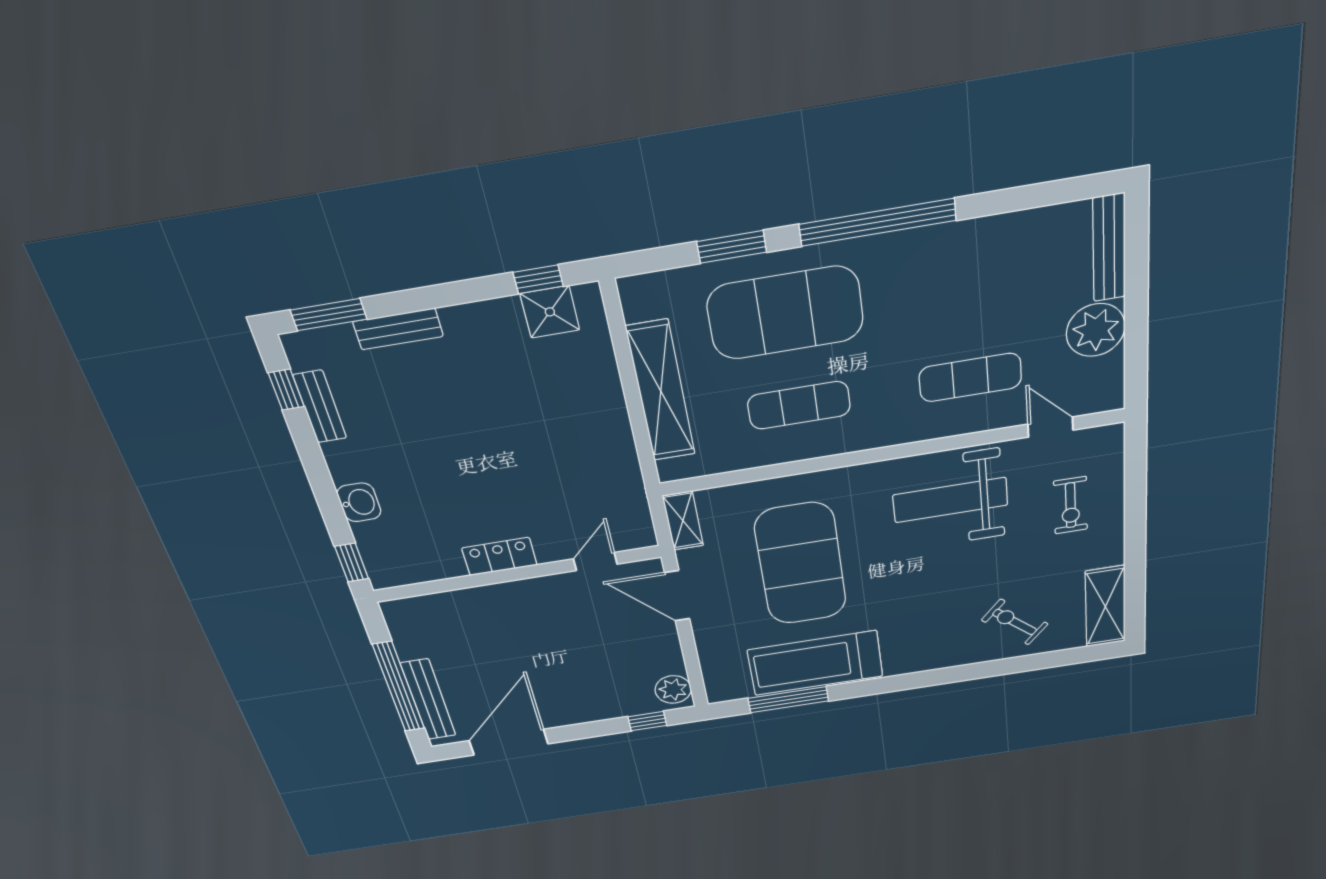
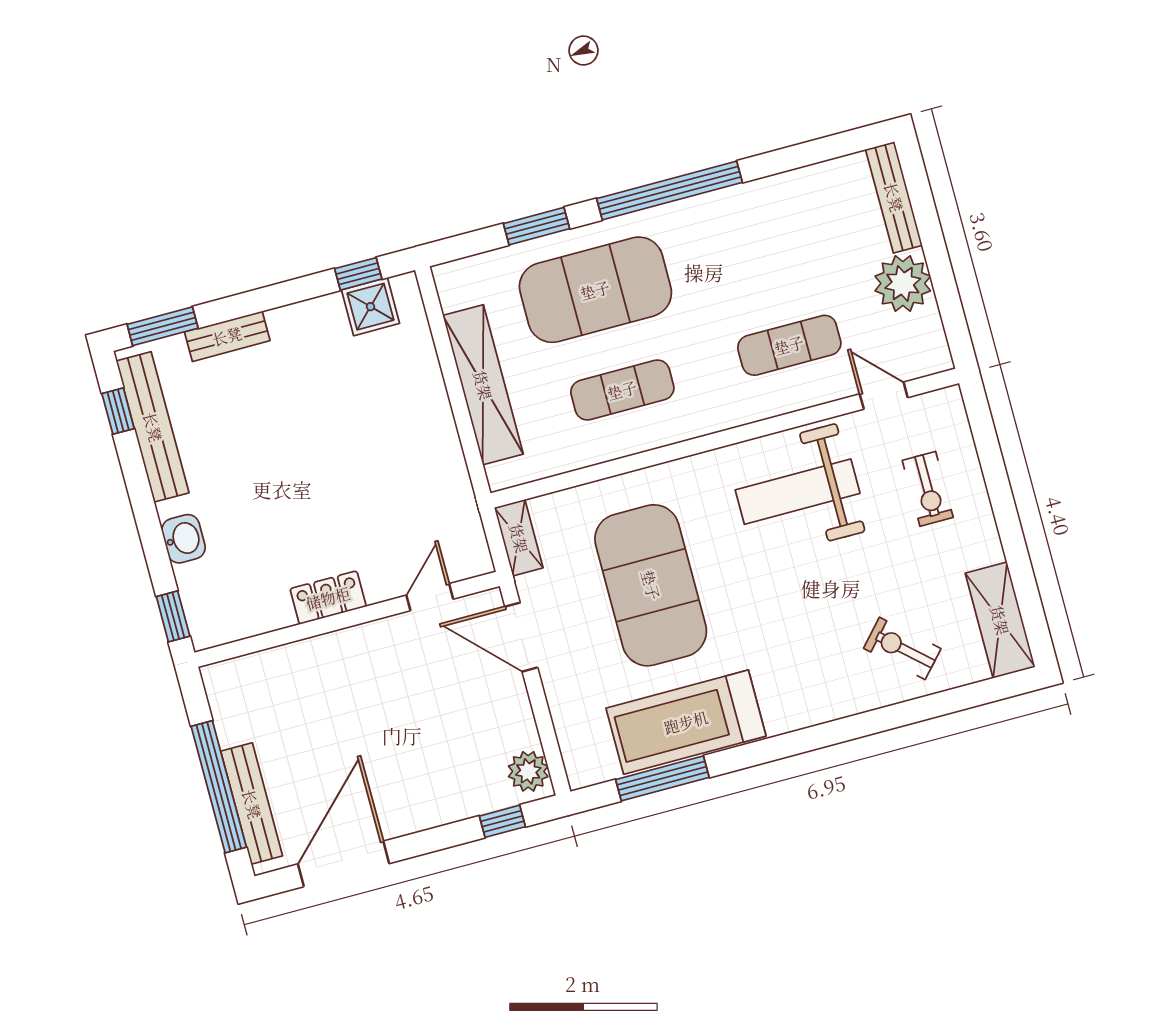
bench: (320, 407) -> (153, 427), width x1.86, depth x1.21

